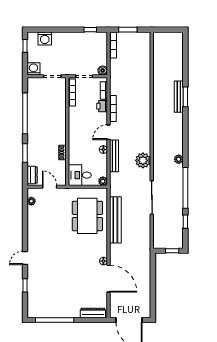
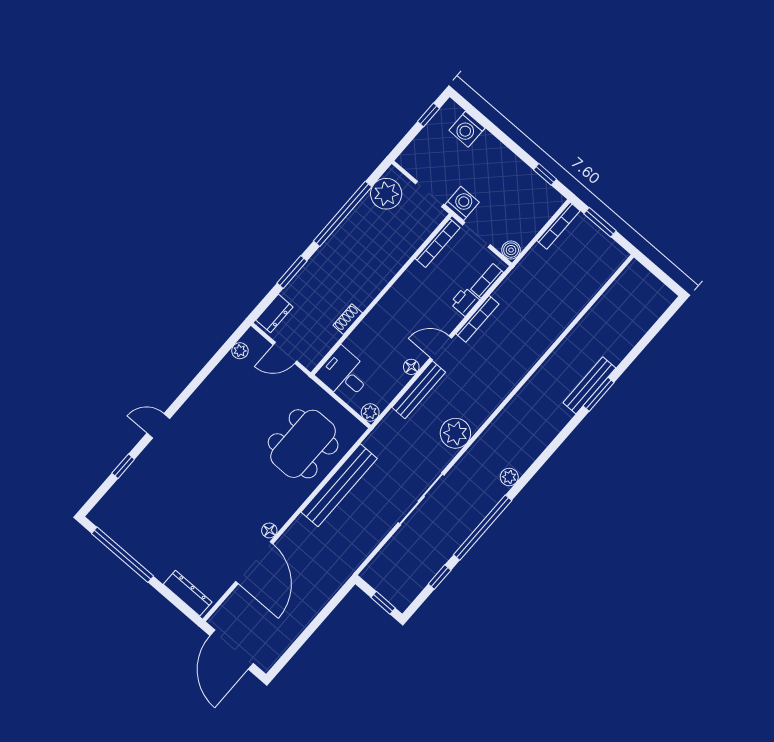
washing machine: (33, 69) -> (462, 203), moved
plant: (35, 91) -> (386, 194), added
door: (50, 187) -> (285, 353), swing flipped

